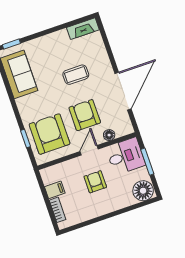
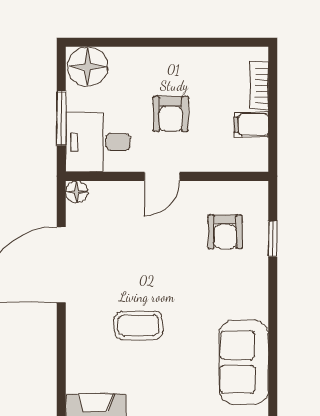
armchair: (85, 115) -> (148, 244), removed
armchair: (50, 134) -> (225, 232), width x0.53, depth x0.53
floor lamp: (109, 135) -> (77, 192), moved

